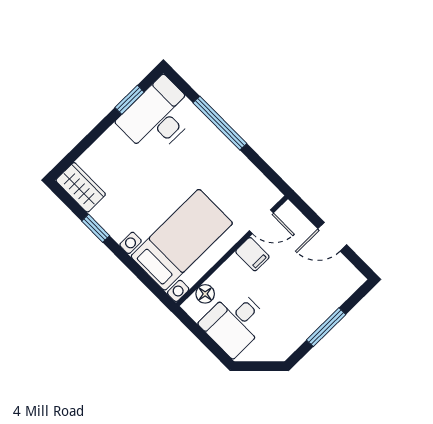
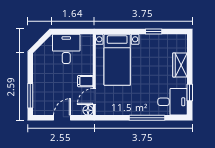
desk: (158, 117) -> (173, 102), width x0.73
wardrobe: (81, 187) -> (180, 65), moved, turned 90
floor lamp: (205, 294) -> (88, 110), moved
window: (326, 327) -> (30, 96), moved

